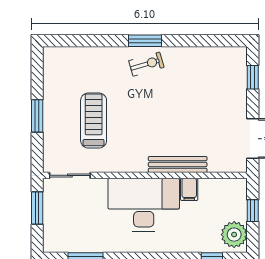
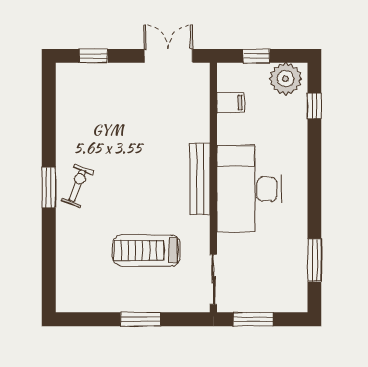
exercise bike: (146, 64) -> (77, 186), turned 37
bench: (178, 164) -> (200, 179), moved
filing cabinet: (189, 189) -> (231, 103), moved

